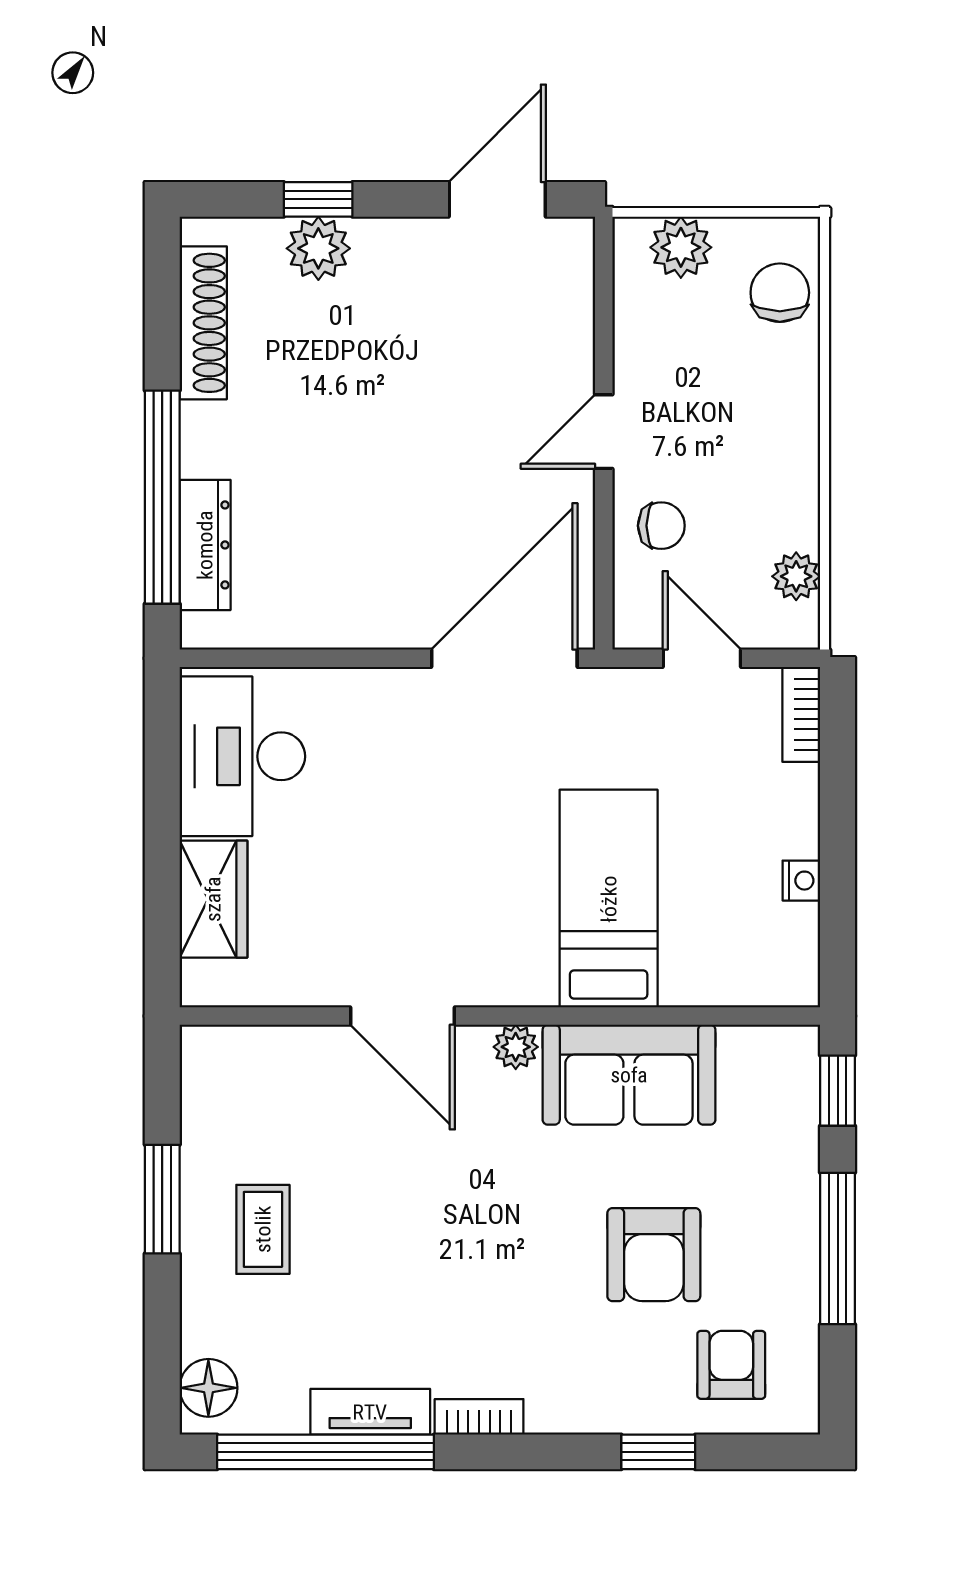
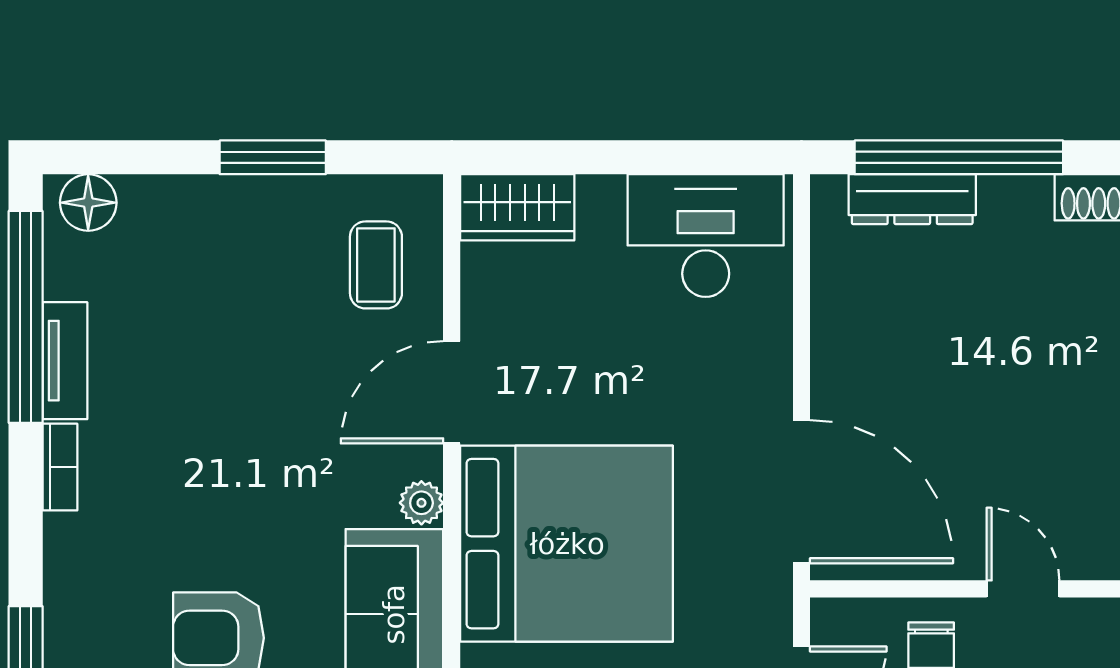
wardrobe: (213, 899) -> (517, 207), moved
bed: (609, 899) -> (567, 544), width x2.04
coffee table: (263, 1229) -> (376, 265), moved, turned 90

